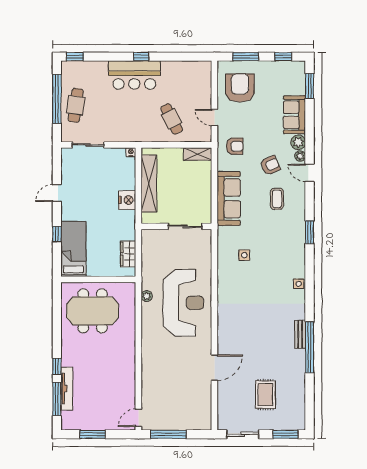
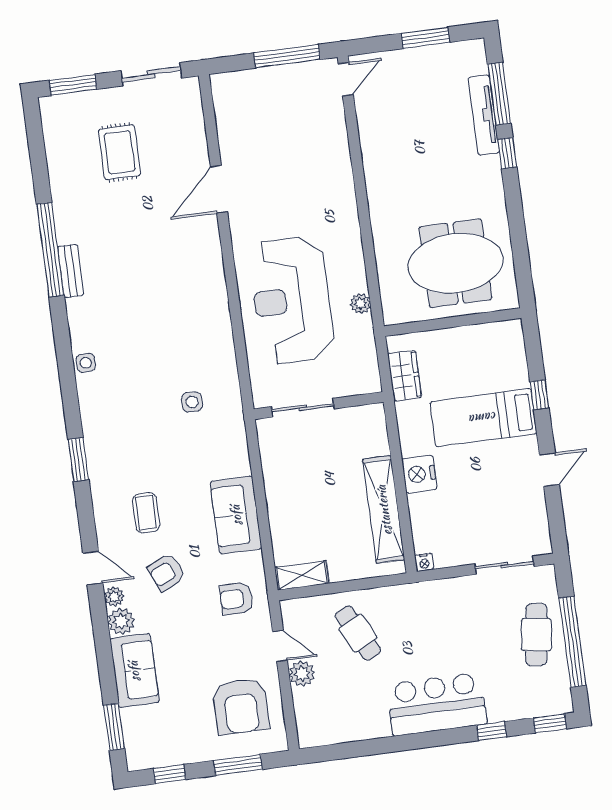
window: (141, 57) -> (491, 731), moved
plant: (205, 101) -> (302, 674), added
sofa: (229, 198) -> (236, 515), width x0.73
wall: (176, 226) -> (319, 406), moved
sliding door: (185, 226) -> (303, 408), moved
bed: (73, 249) -> (483, 418), moved, turned 90

